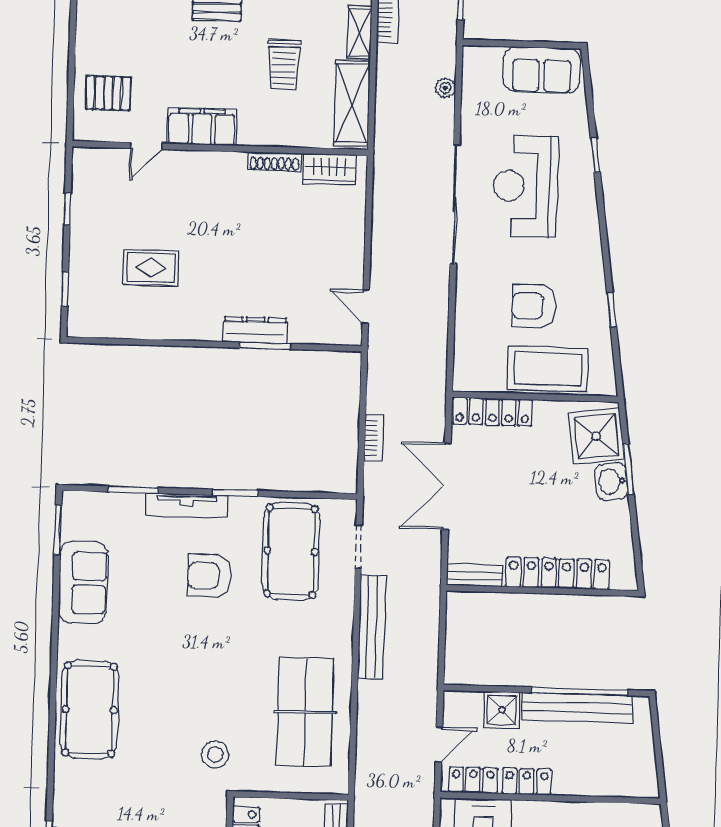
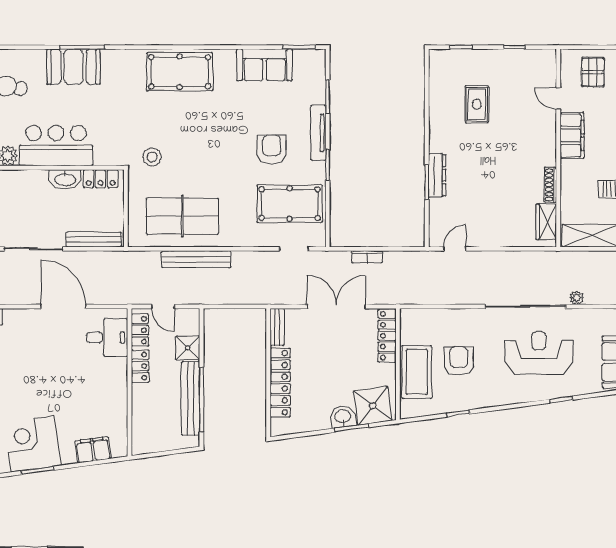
plant: (445, 88) -> (576, 298), moved
bench: (372, 627) -> (196, 259), moved

